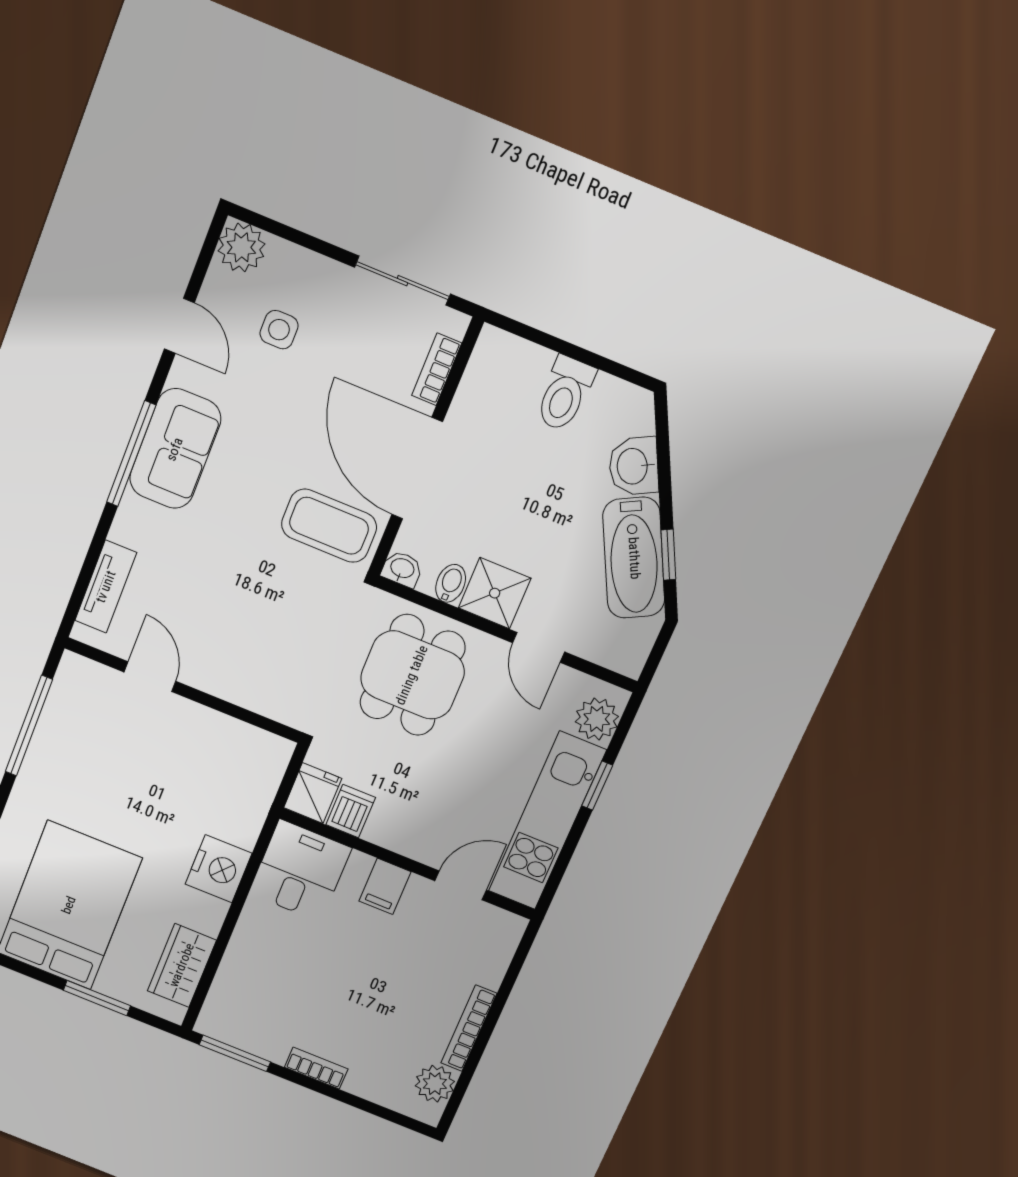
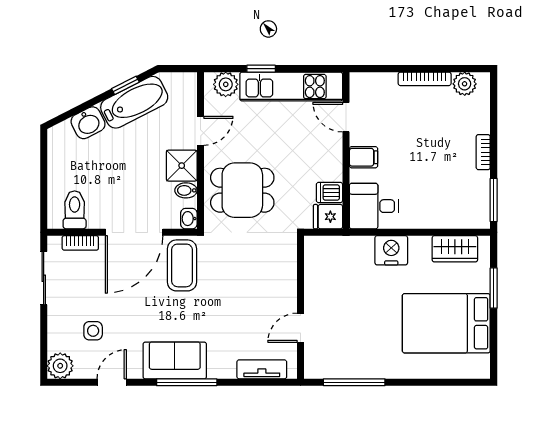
toilet: (565, 394) -> (75, 210), moved, turned -90

